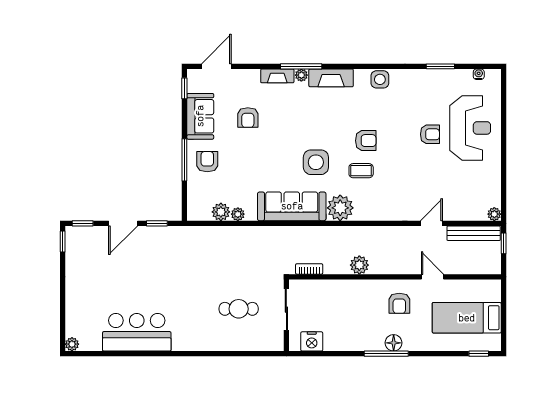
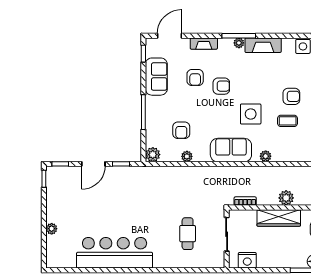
fireplace: (277, 76) -> (204, 44), moved
armchair: (280, 128) -> (221, 86), added
armchair: (207, 162) -> (181, 130), moved, turned 180
sofa: (292, 206) -> (231, 150), width x0.73
plant: (340, 208) -> (266, 156), width x0.53, depth x0.53
plant: (221, 212) -> (153, 155), moved
wardrobe: (350, 290) -> (279, 218), added
cafe table: (239, 309) -> (188, 234), turned 90
bar counter: (137, 332) -> (115, 253), width x1.36
plant: (72, 344) -> (52, 229), moved

